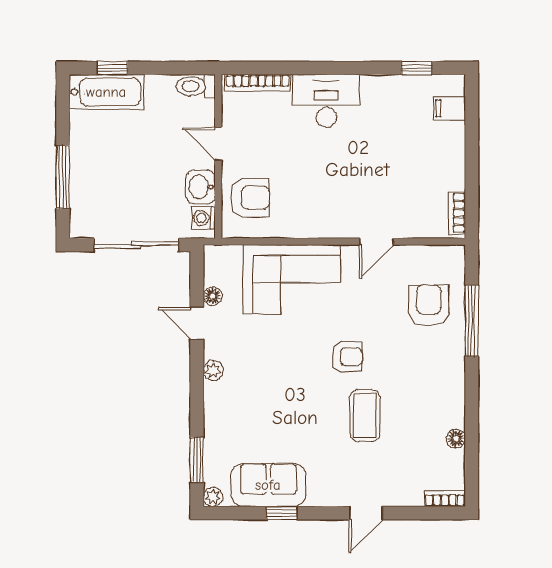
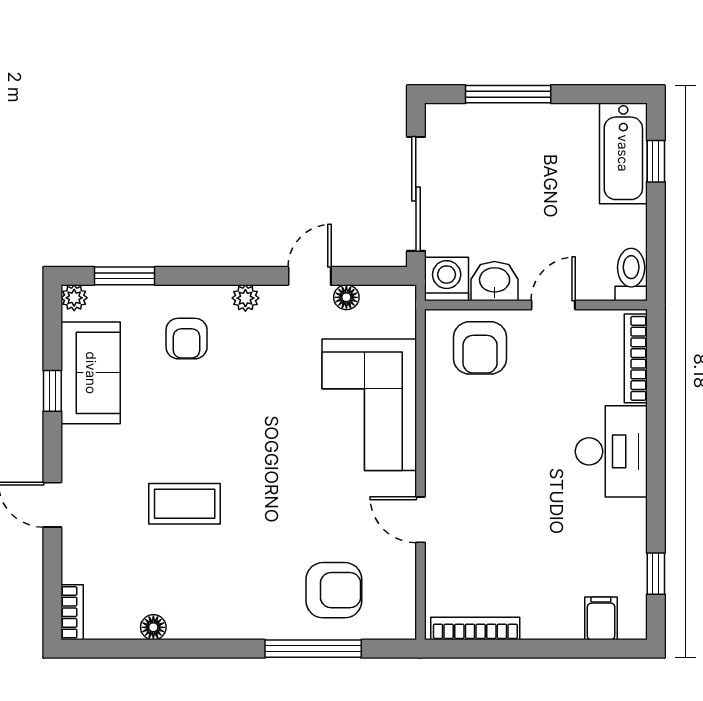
bookcase: (457, 213) -> (475, 629), width x1.56
washing machine: (204, 218) -> (447, 279), width x1.38, depth x1.38
armchair: (347, 357) -> (187, 339), moved

